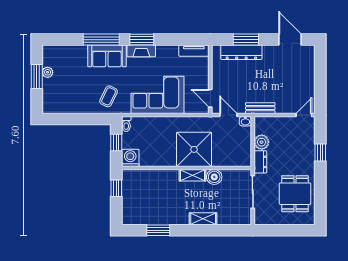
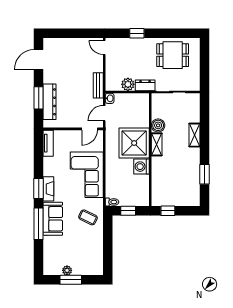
washing machine: (130, 158) -> (142, 167), moved

